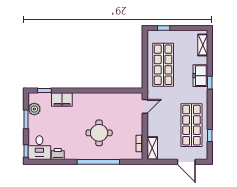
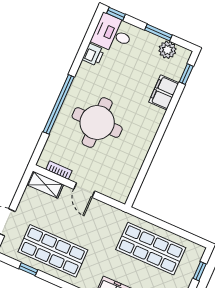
door: (145, 106) -> (84, 190), moved
round table: (99, 133) -> (97, 122), width x1.36, depth x1.36

